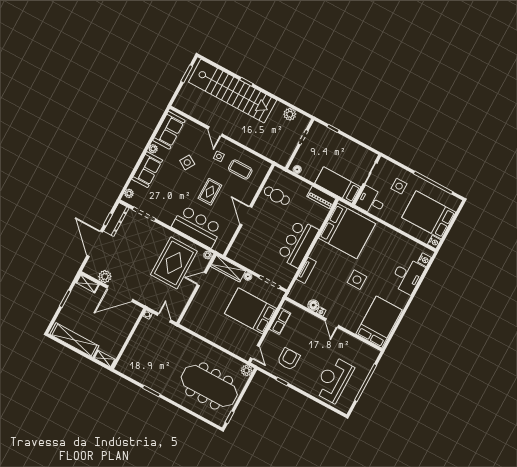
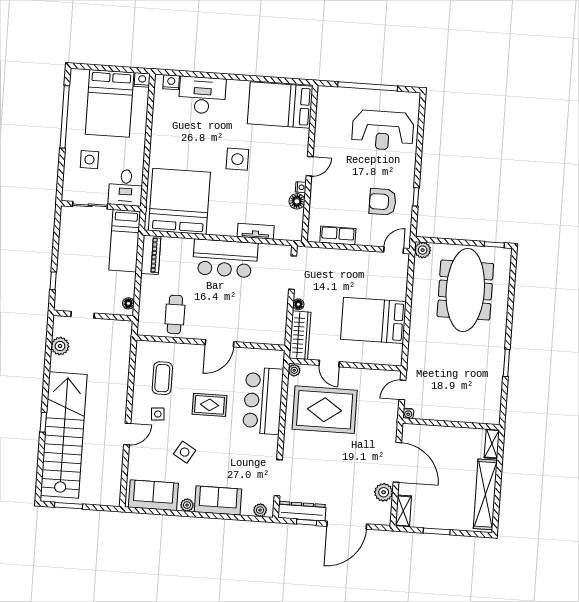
bed: (251, 311) -> (373, 320), moved, turned 90

